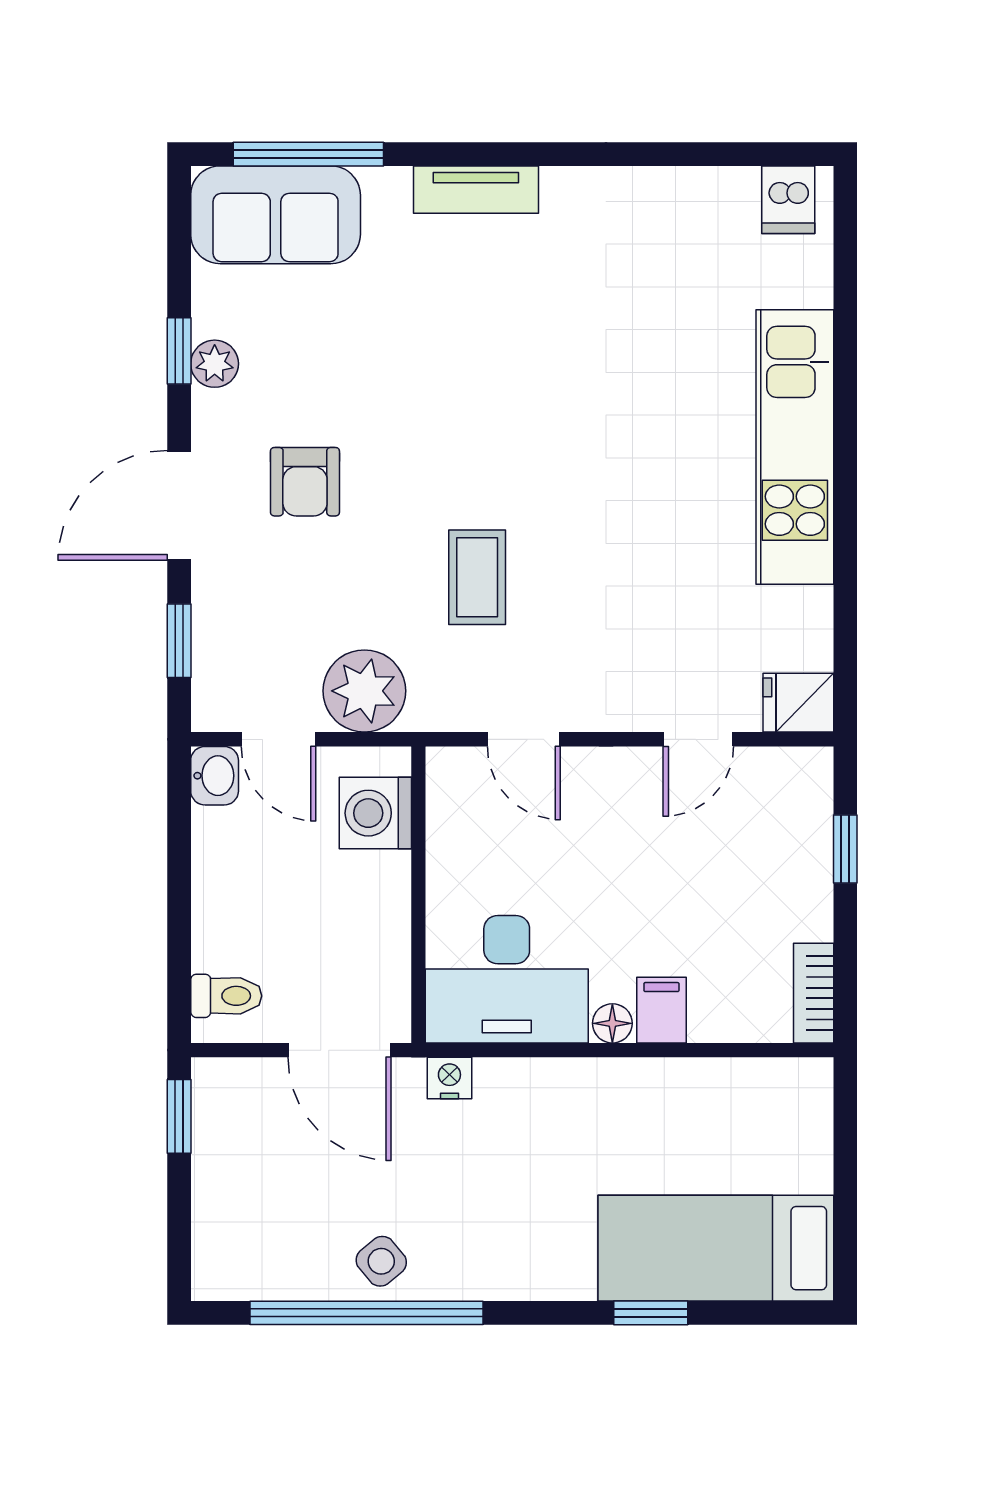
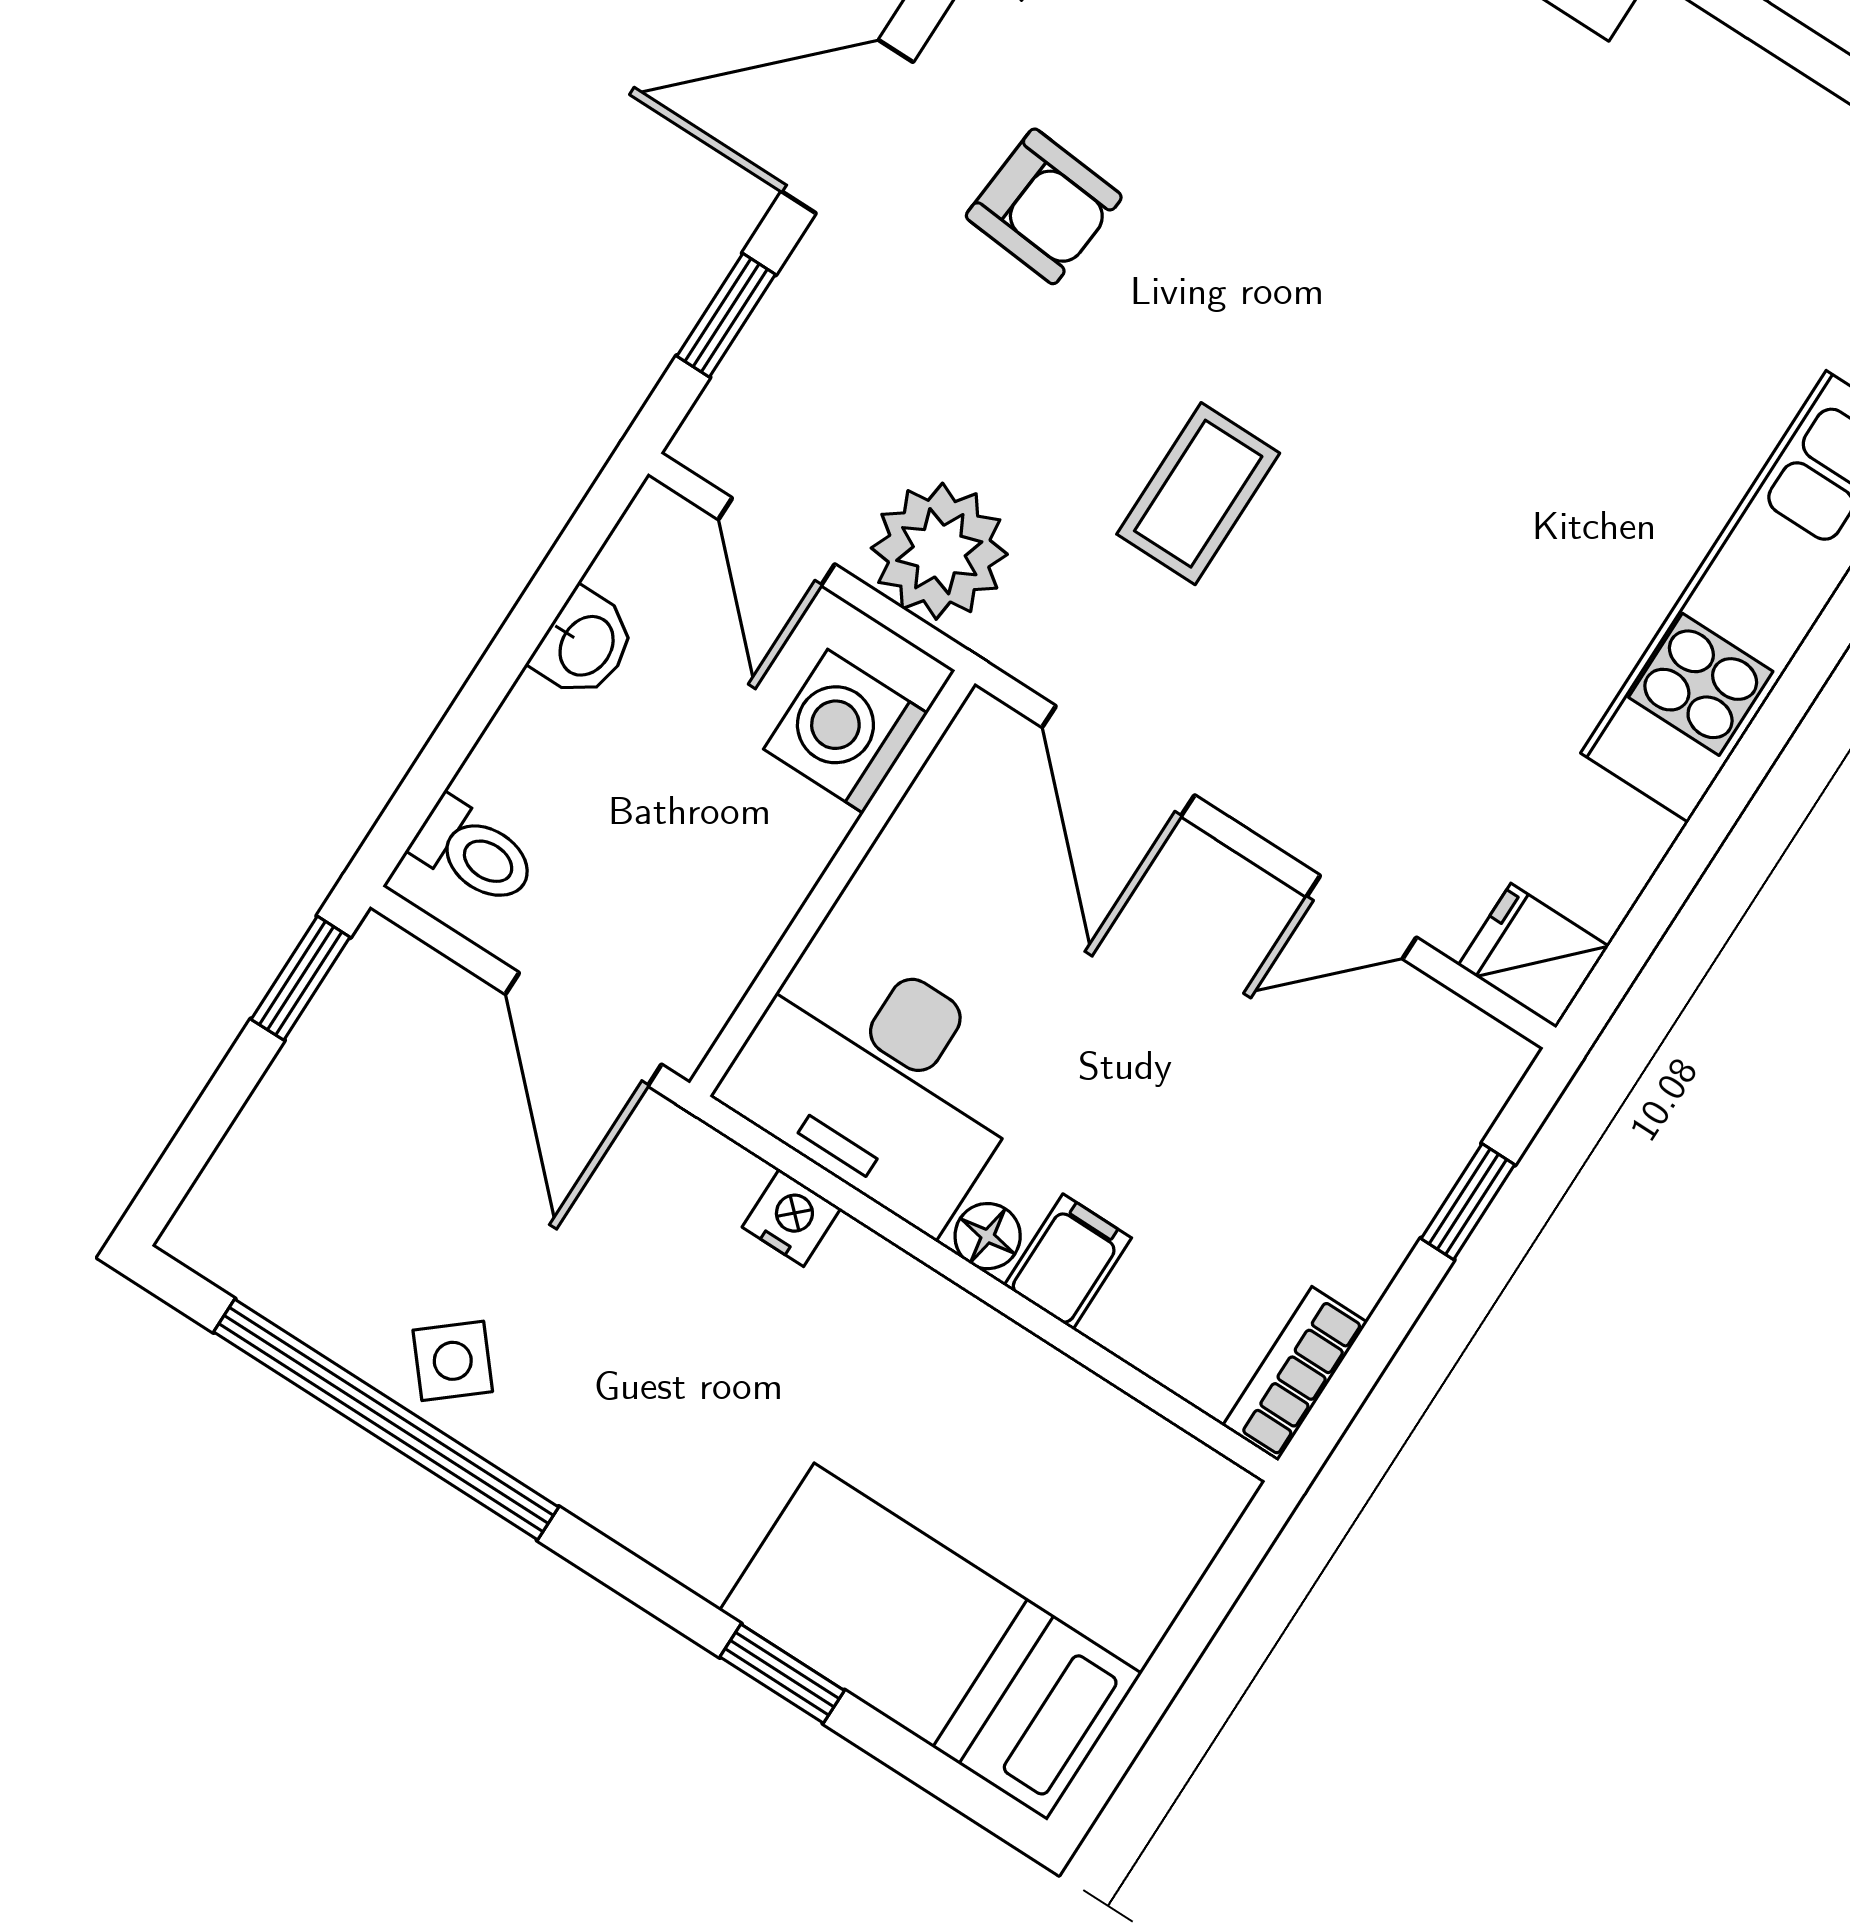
armchair: (305, 482) -> (1044, 206), turned -85
door: (524, 739) -> (1118, 761), width x1.38
washbasin: (215, 776) -> (585, 645), moved
nightstand: (449, 1078) -> (791, 1218), moved

